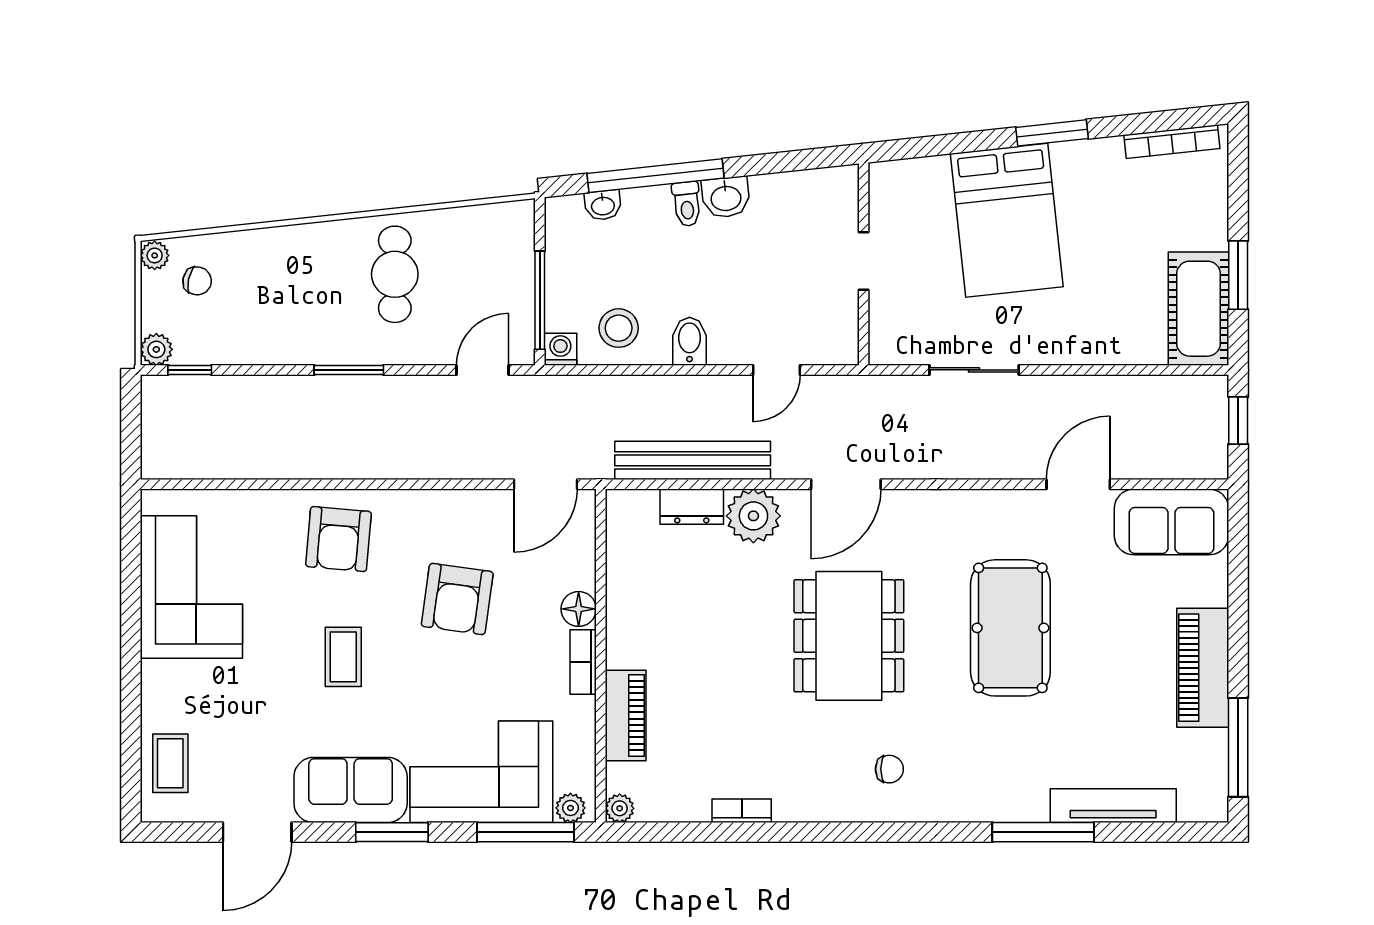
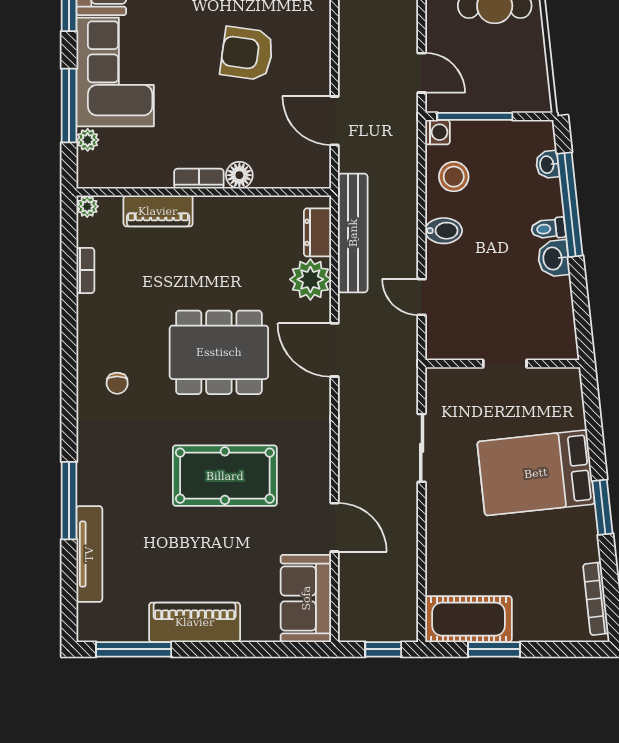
floor lamp: (579, 609) -> (239, 175), moved
wall: (601, 656) -> (204, 192), moved
bookcase: (583, 662) -> (199, 179), moved
piano: (626, 715) -> (158, 211), moved
plant: (620, 808) -> (87, 206), moved

